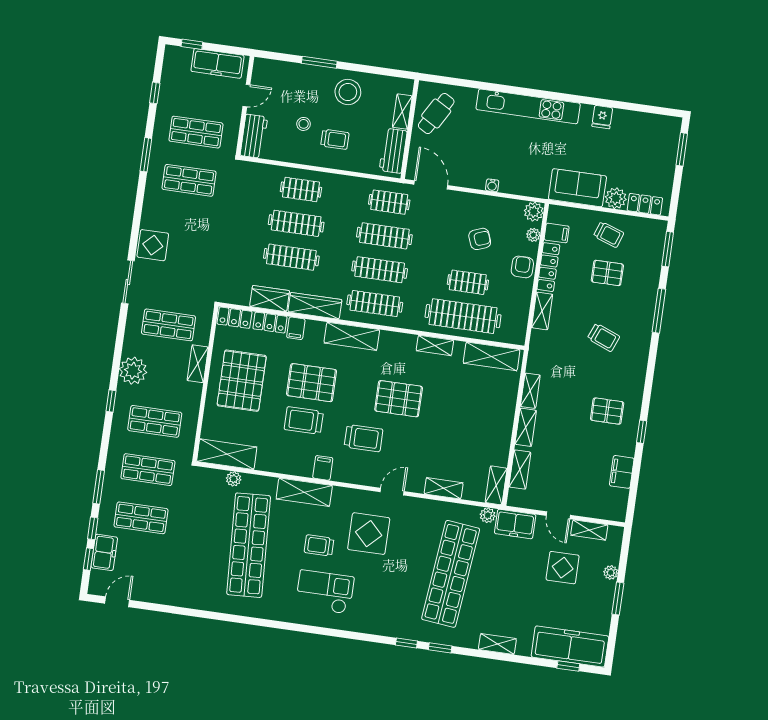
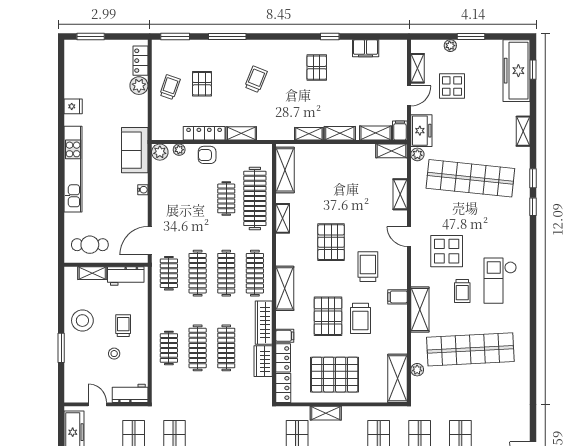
cafe table: (436, 114) -> (90, 245), turned -30
sofa: (577, 188) -> (135, 150), moved
filing cabinet: (557, 233) -> (400, 131), moved
armchair: (480, 239) -> (189, 194), removed

